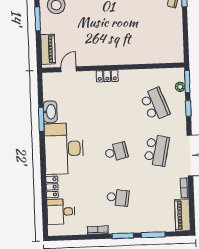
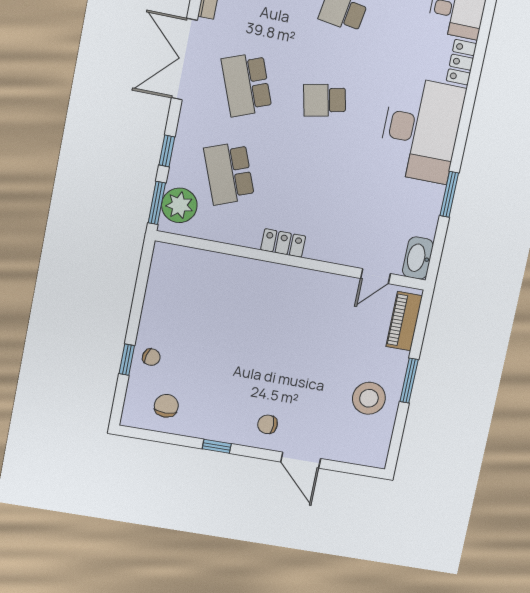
locker: (107, 76) -> (283, 243), moved
plant: (180, 87) -> (179, 205), width x1.88, depth x1.88
washbasin: (50, 112) -> (418, 258), moved
school desk: (157, 150) -> (247, 85), turned -33

